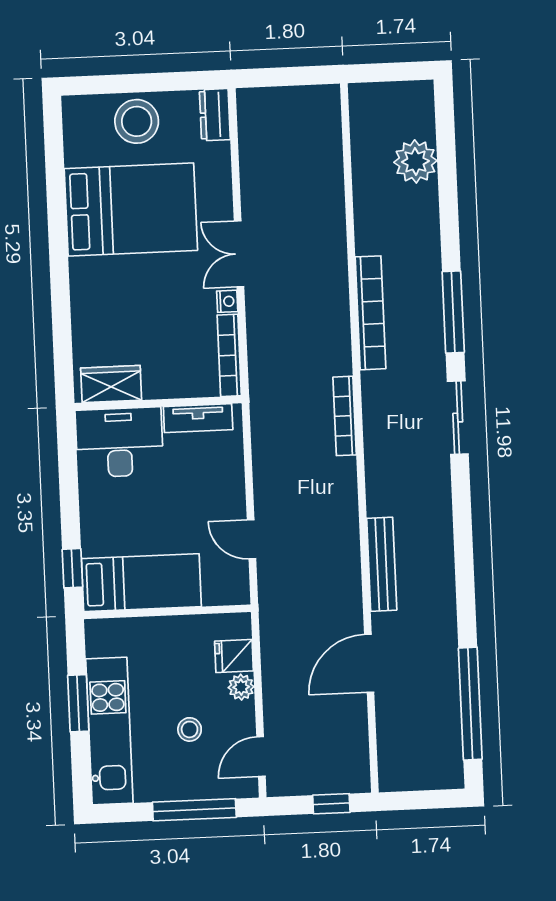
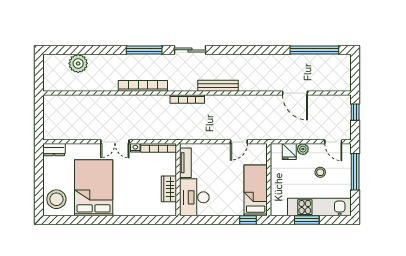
stool: (137, 121) -> (56, 199), moved
wardrobe: (111, 384) -> (169, 189), moved
bench: (382, 564) -> (218, 86), moved

